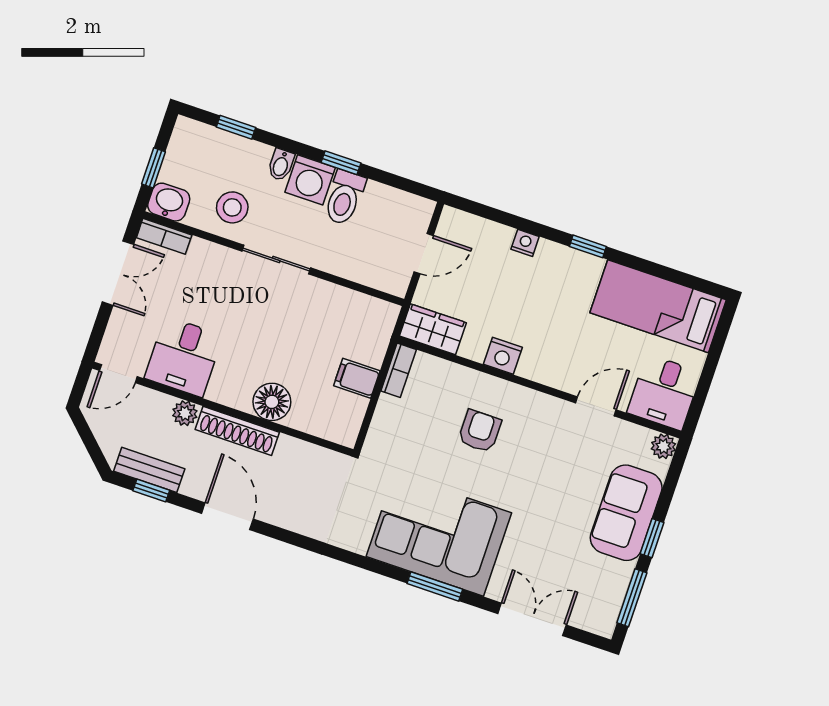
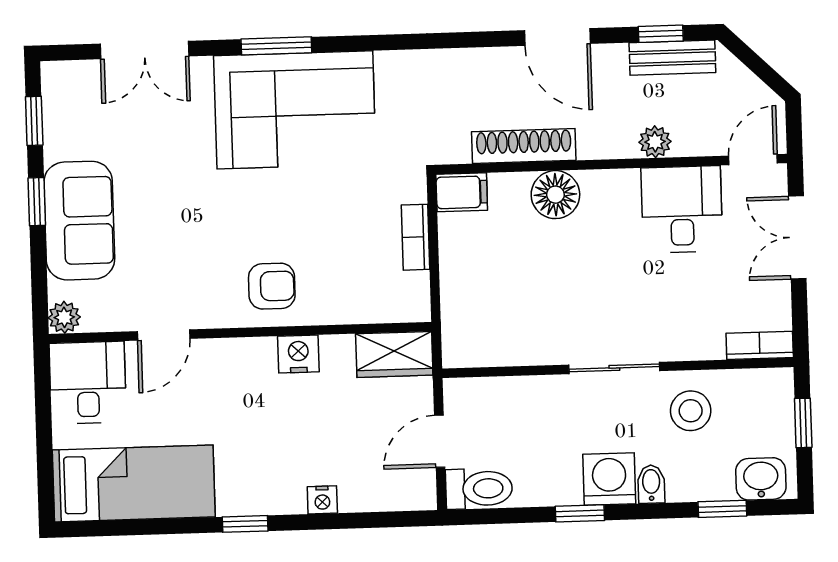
toilet: (344, 198) -> (479, 489), moved, turned 90
washbasin: (169, 202) -> (761, 479), moved, turned 180
double door: (118, 273) -> (797, 237), moved
bookcase: (399, 370) -> (415, 237), moved
filing cabinet: (357, 378) -> (462, 192), moved
shoe rack: (237, 431) -> (524, 146), moved
armchair: (480, 431) -> (272, 286), moved, turned -90
window: (632, 598) -> (34, 121), width x0.67

